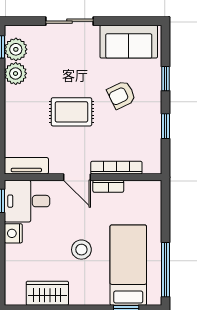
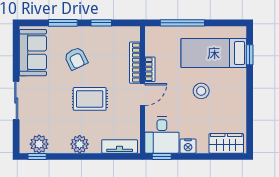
plant: (16, 73) -> (80, 144), moved
window: (166, 79) -> (63, 23), width x1.50
rug: (71, 112) -> (90, 99), turned 90
tv unit: (26, 166) -> (120, 146), moved, turned 90
window: (166, 270) -> (182, 23), moved
wardrobe: (47, 293) -> (226, 143), moved, turned 90

